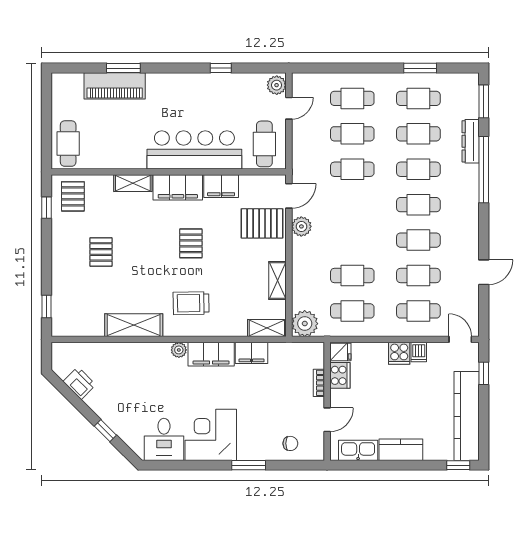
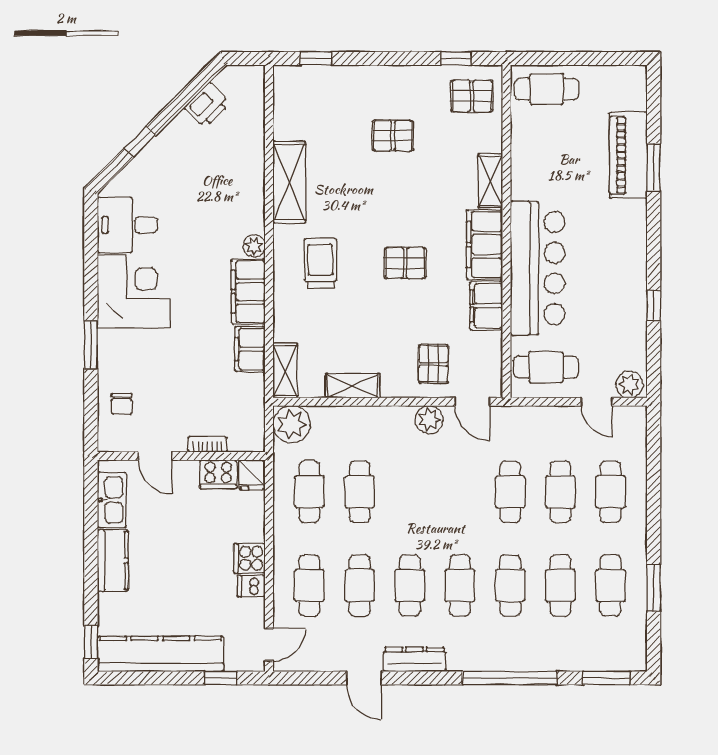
dresser: (471, 141) -> (414, 659), moved
pallet: (262, 223) -> (433, 364), width x0.67, depth x0.71

